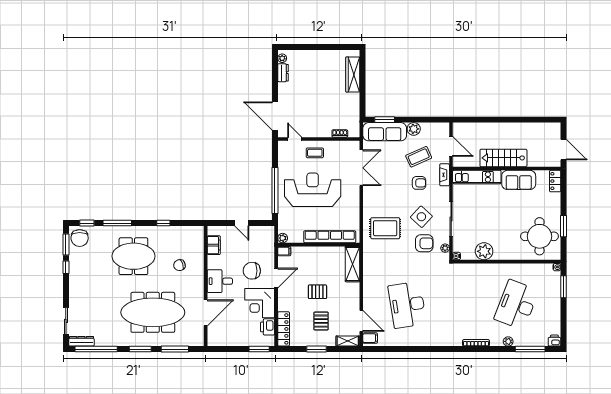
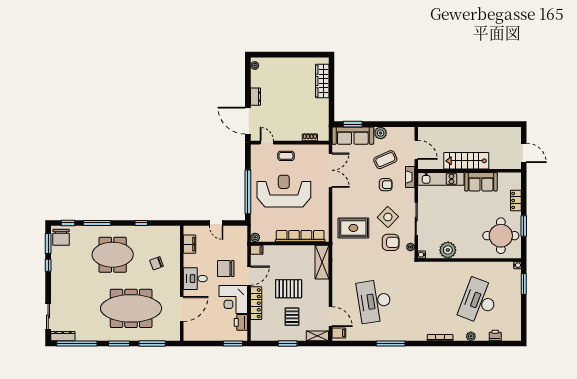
dresser: (283, 73) -> (256, 97), moved
locker: (555, 181) -> (516, 200), moved
pallet: (317, 292) -> (289, 289), width x1.50, depth x1.42
locker: (284, 329) -> (256, 303), moved
printer: (554, 341) -> (495, 335), moved
window: (530, 349) -> (391, 344), moved

